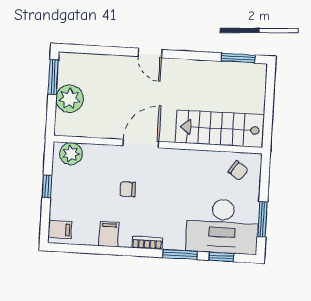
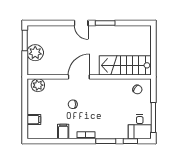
window: (238, 58) -> (105, 23), moved
window: (47, 186) -> (25, 105), removed
window: (262, 219) -> (153, 117), width x1.44
desk: (222, 226) -> (140, 127), width x0.53, depth x0.77
filing cabinet: (60, 230) -> (34, 120), moved

